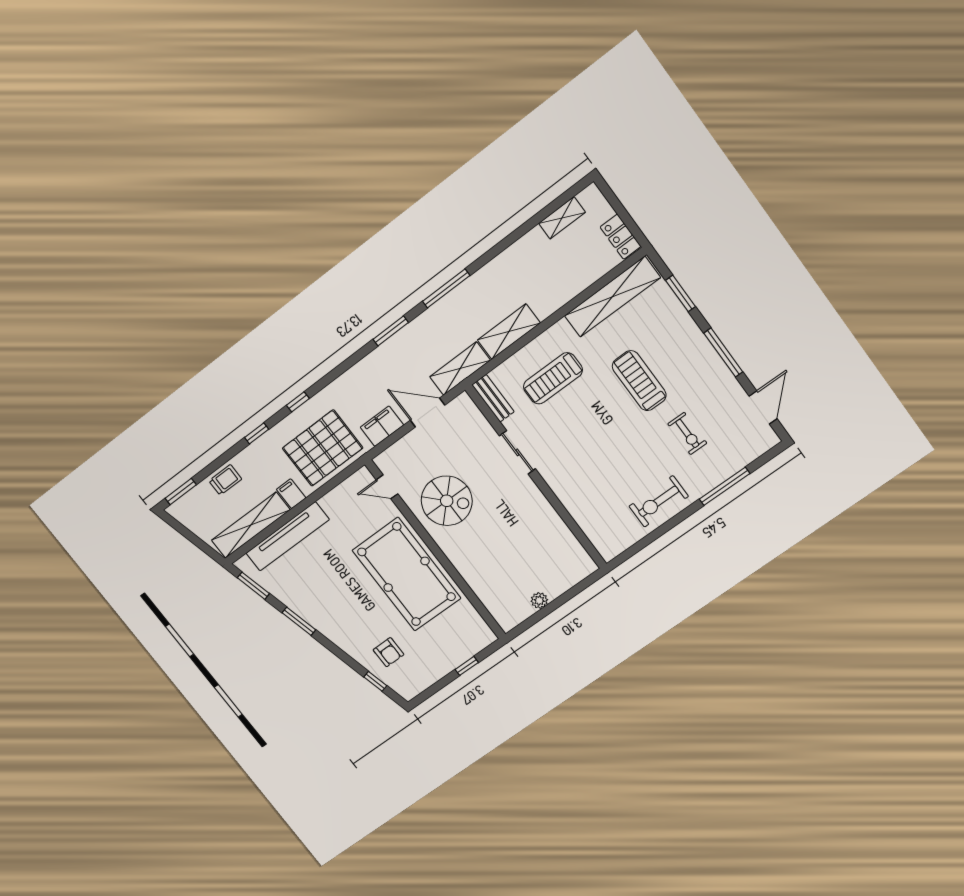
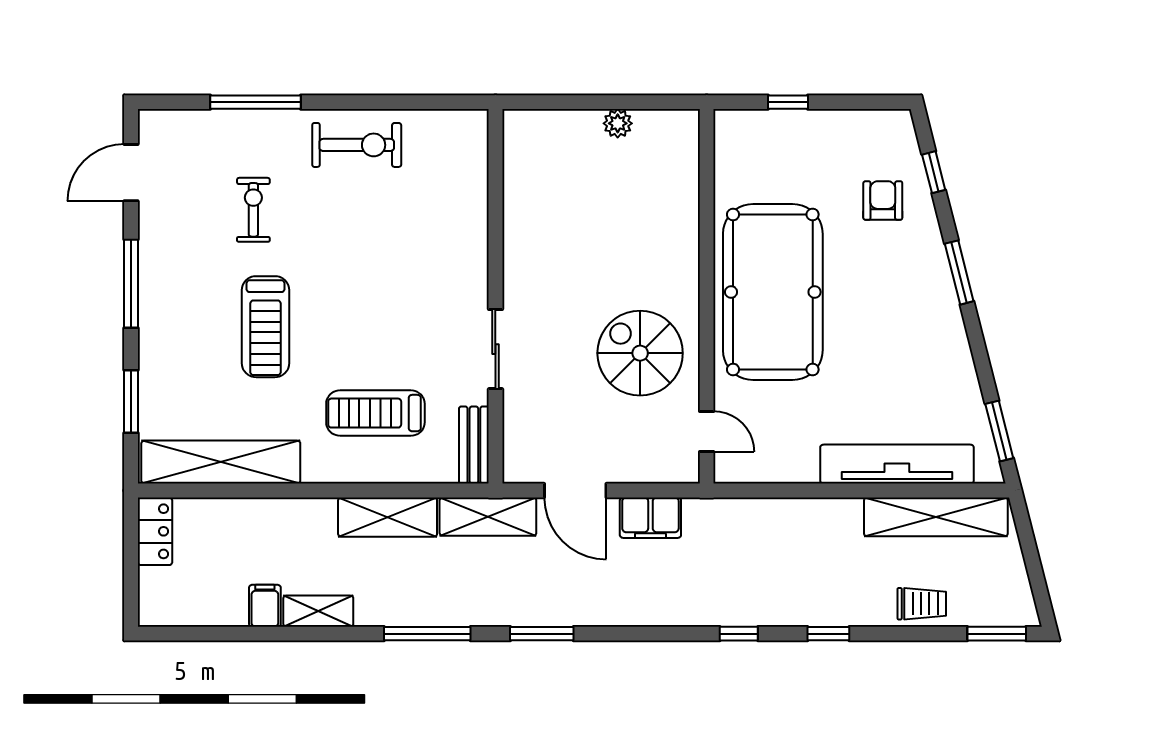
shelving: (562, 218) -> (318, 611), moved
treadmill: (553, 378) -> (375, 413), turned 180
pallet: (323, 448) -> (754, 548), removed
trolley: (225, 480) -> (922, 604), turned 180
filing cabinet: (291, 494) -> (265, 606), moved, turned 180
window: (299, 621) -> (959, 272), moved

